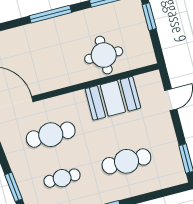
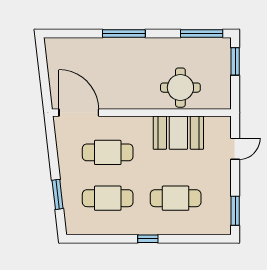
window: (50, 14) -> (124, 33), moved
cafe table: (62, 178) -> (108, 198), width x1.37, depth x1.35

